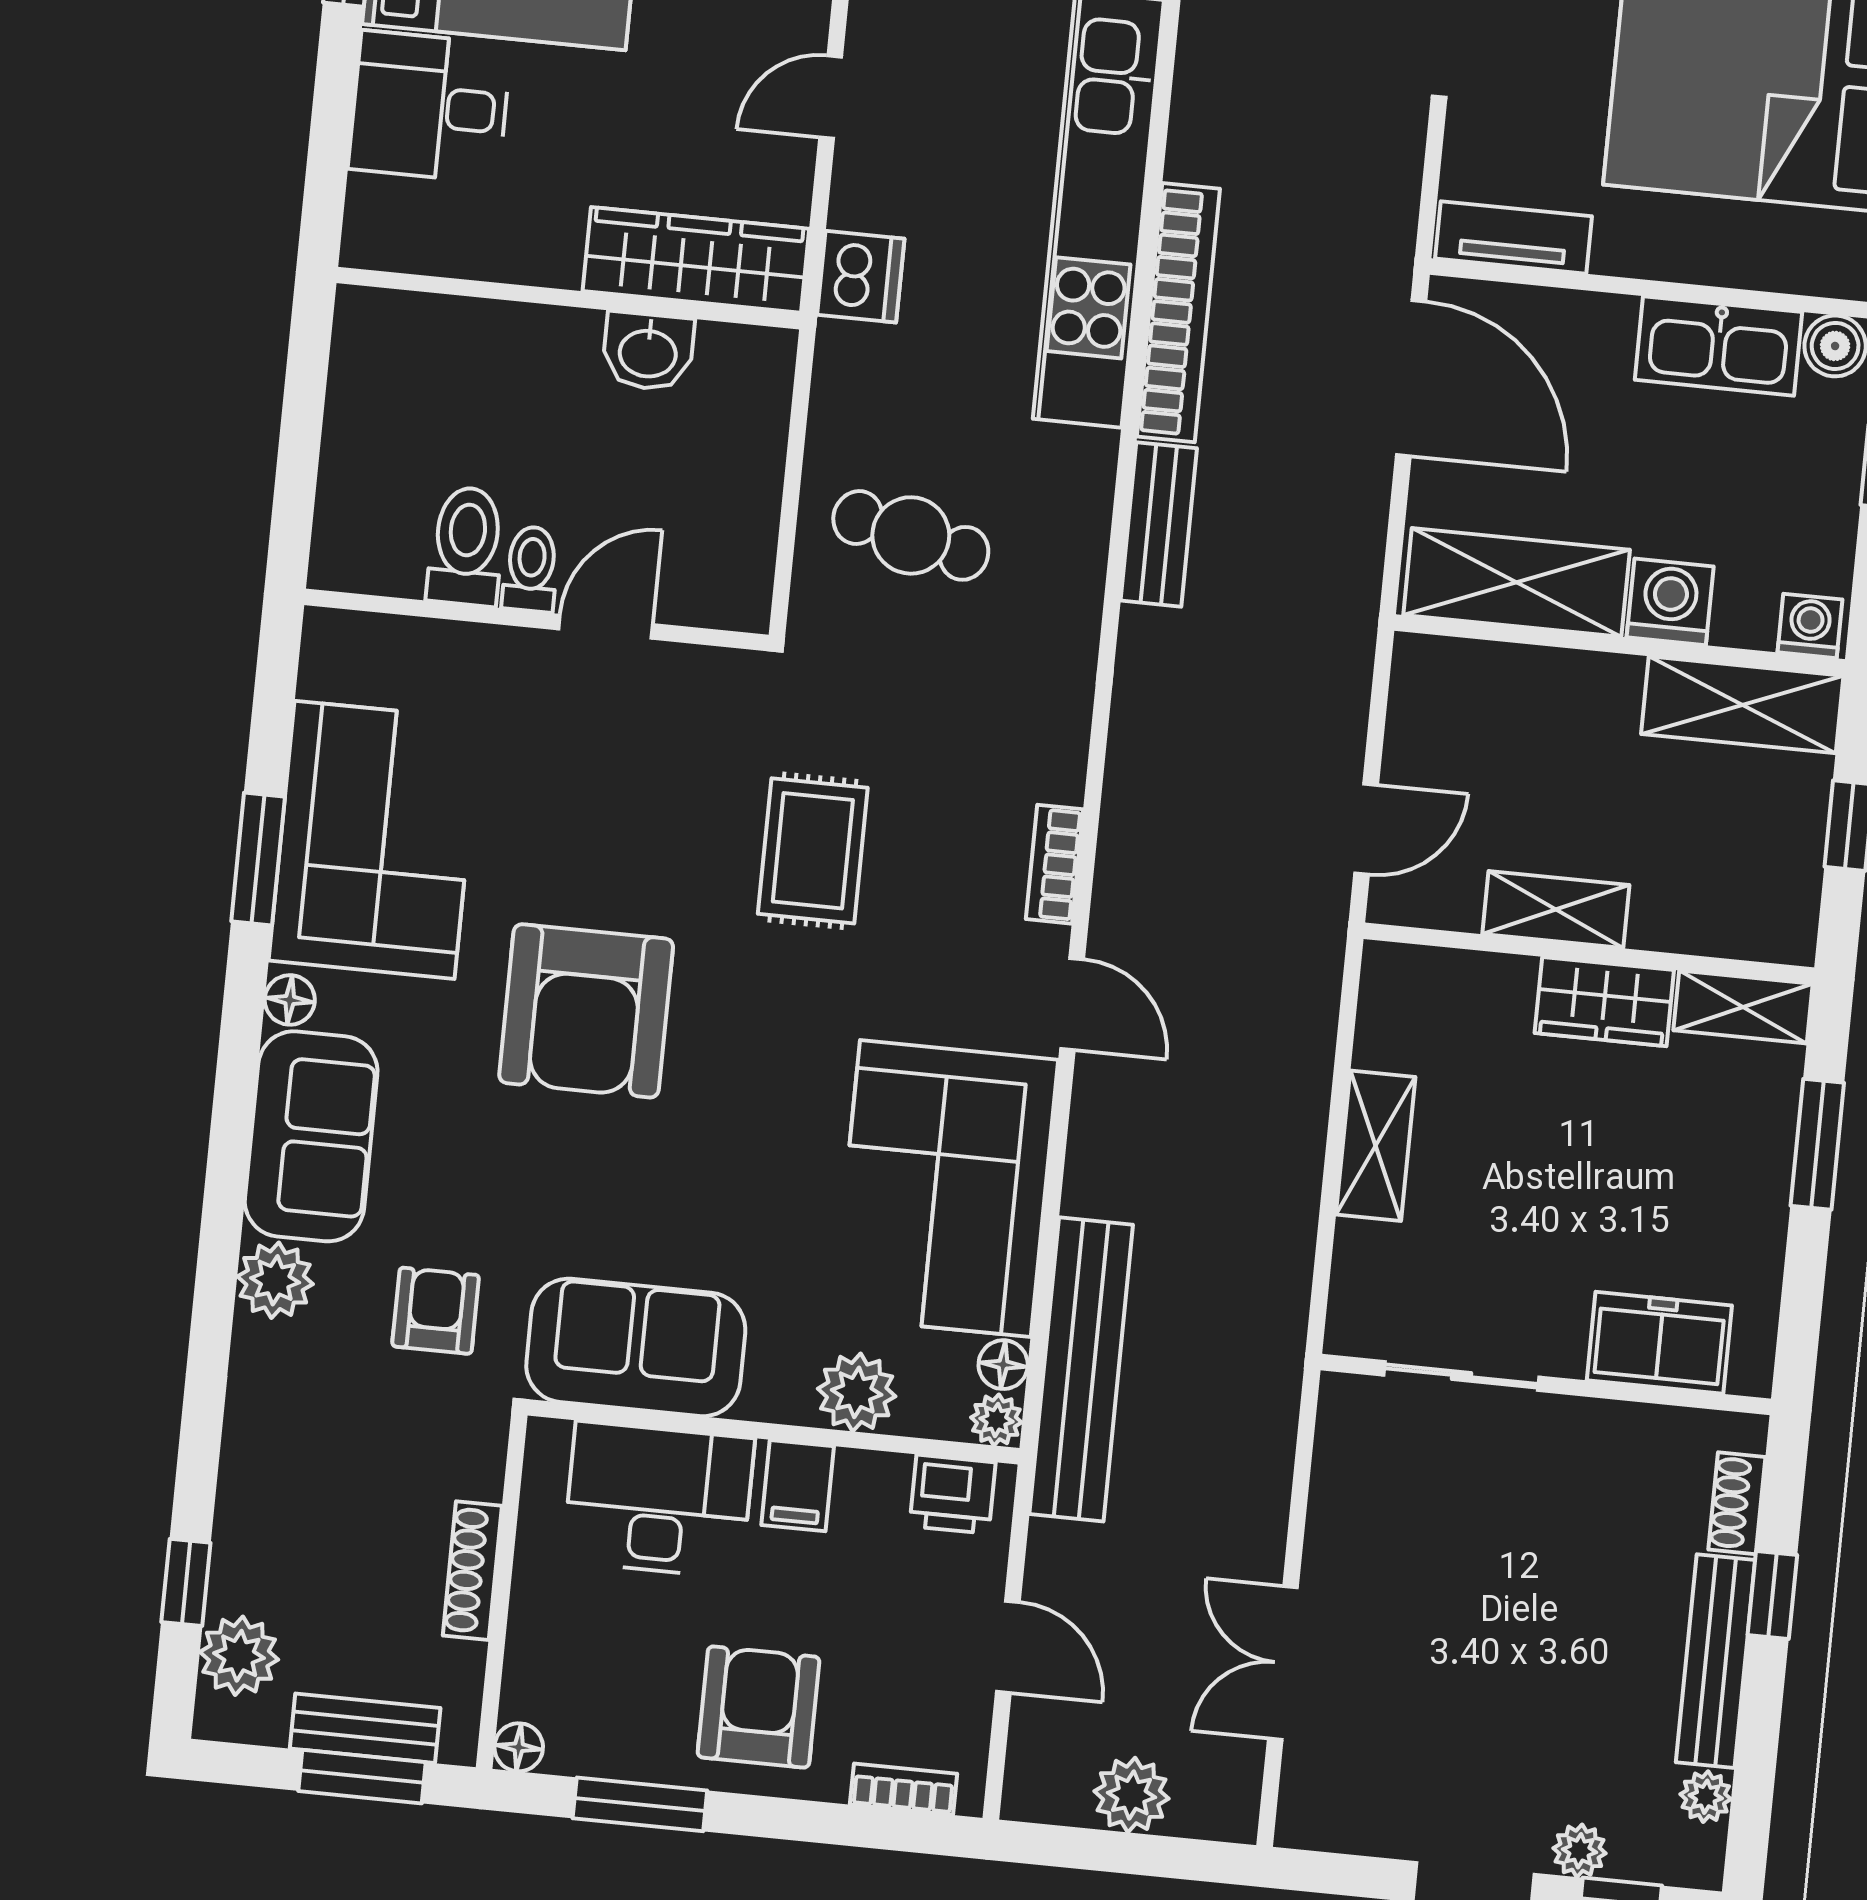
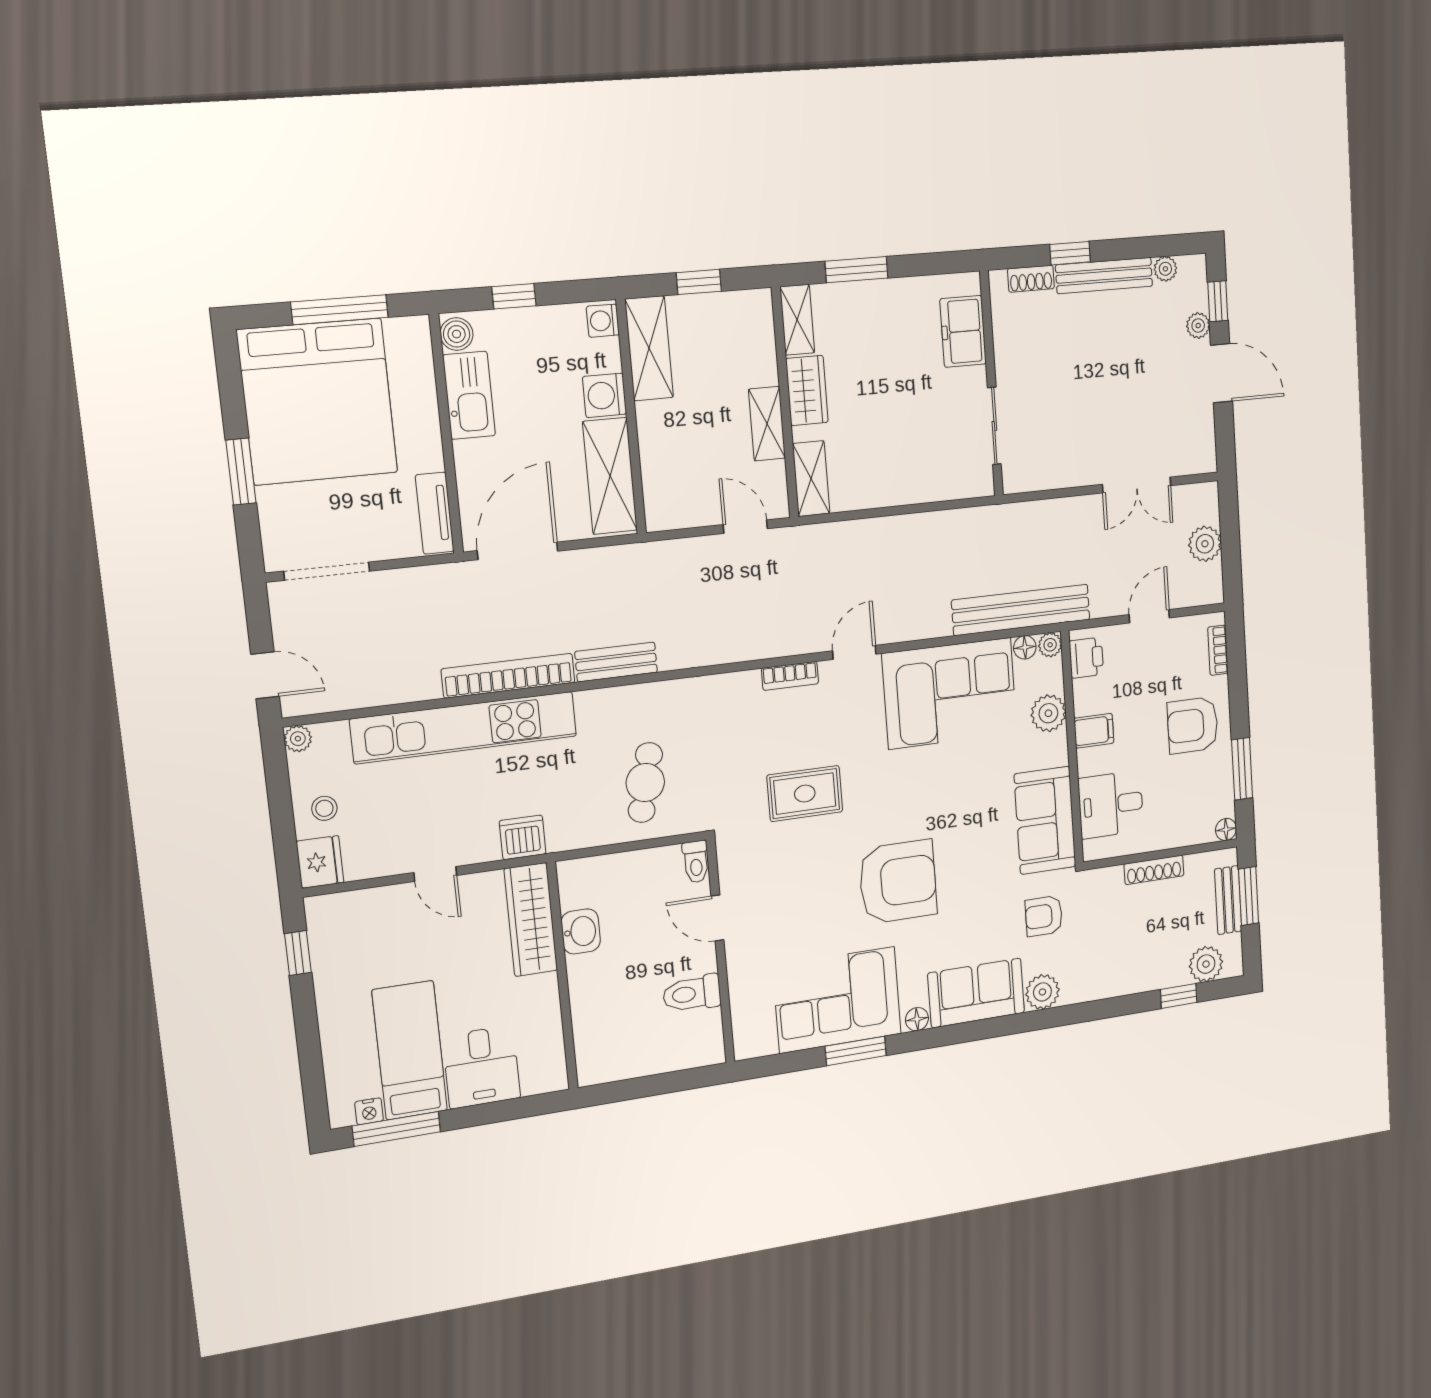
toilet: (531, 569) -> (696, 862), moved, turned -90
shelving: (1376, 1146) -> (811, 479), moved, turned 90
desk: (658, 1500) -> (1111, 805), width x0.73

